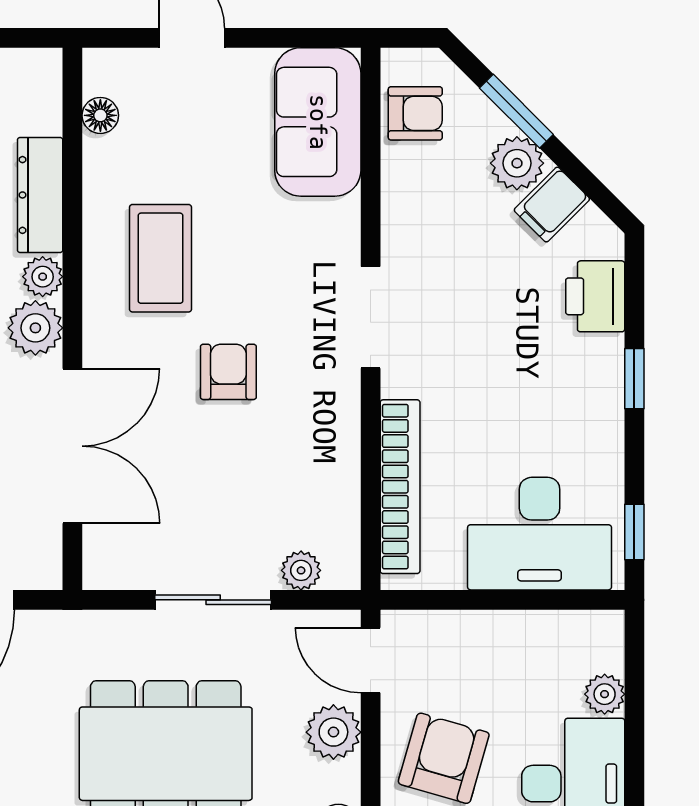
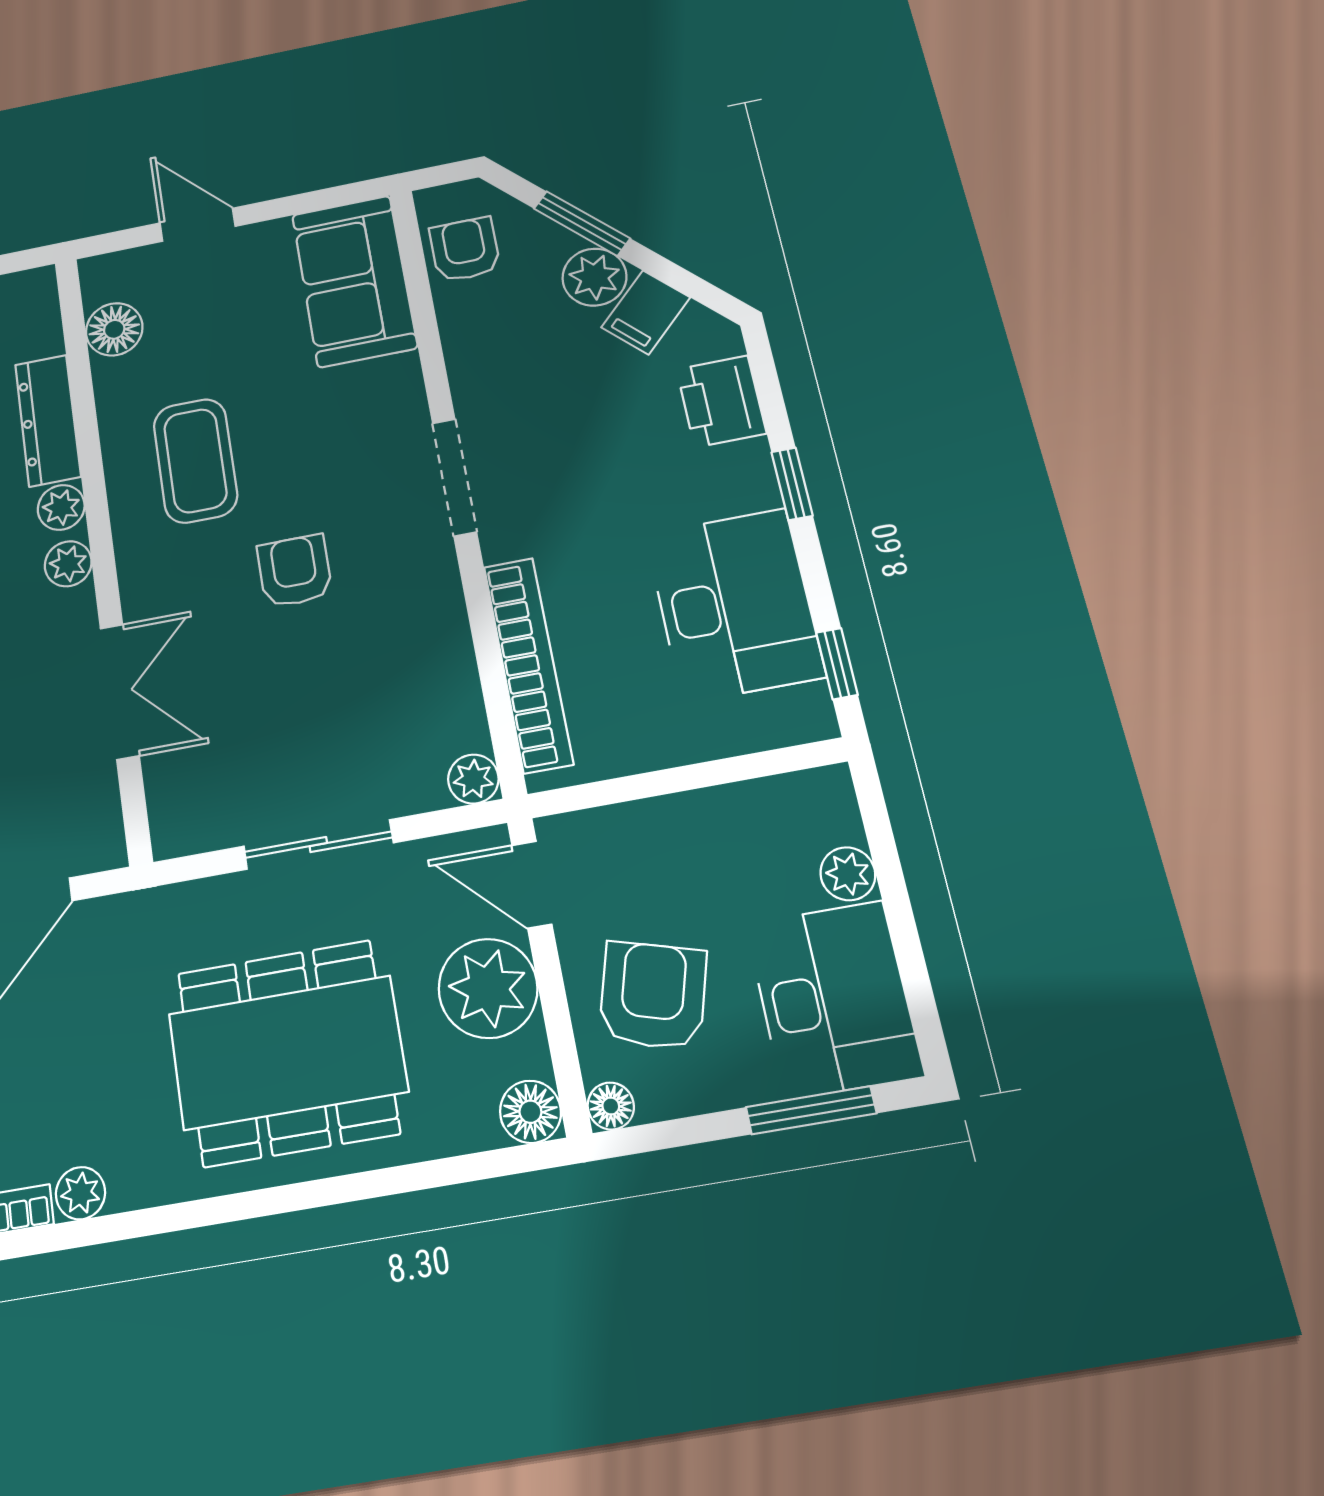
armchair: (415, 113) -> (465, 249), turned -90
floor lamp: (100, 115) -> (114, 329), width x1.37, depth x1.37
plant: (35, 328) -> (68, 564), width x0.73, depth x0.73
double door: (72, 446) -> (120, 692), width x0.73
desk: (540, 534) -> (735, 605), moved, turned -90
plant: (301, 570) -> (473, 779), moved
plant: (333, 732) -> (488, 988), width x1.36, depth x1.36

